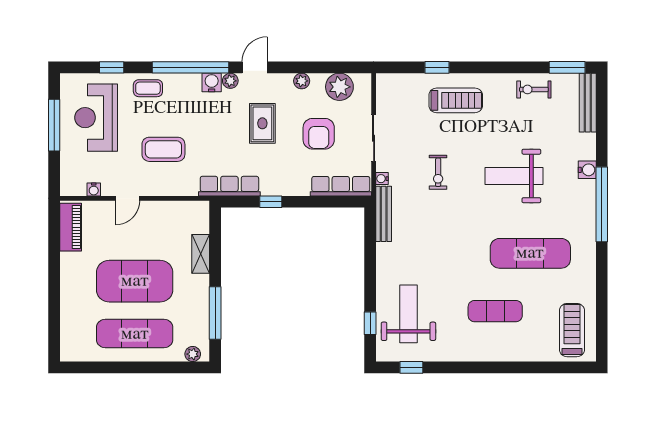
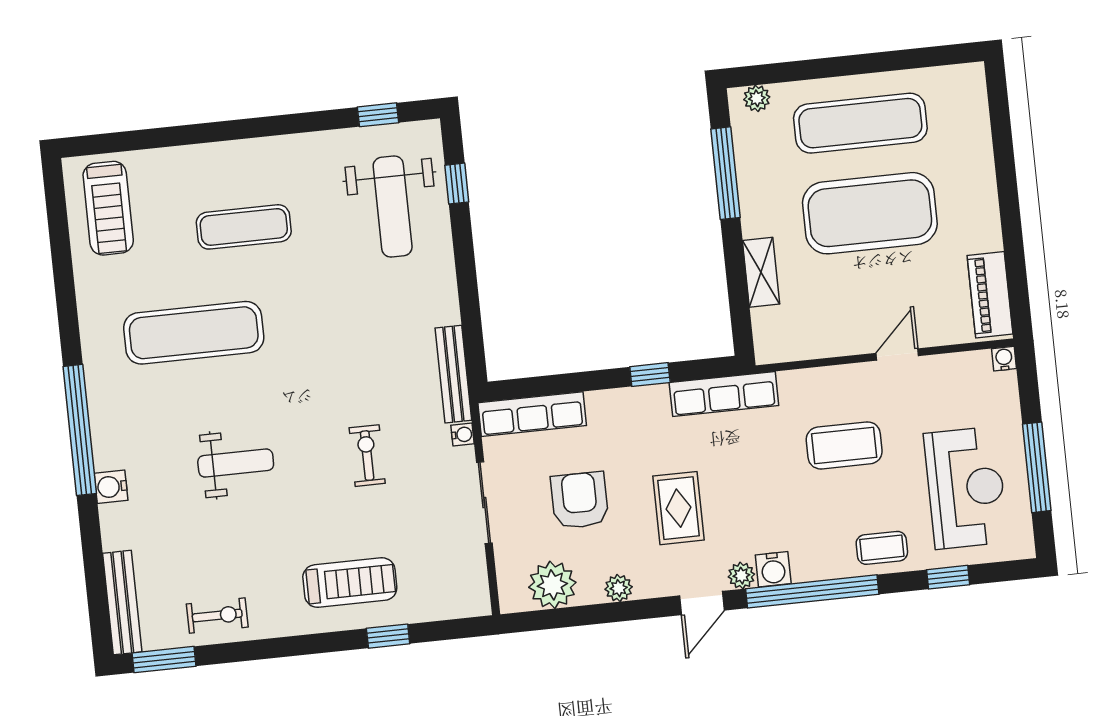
treadmill: (456, 100) -> (350, 583), turned 180
weight bench: (514, 176) -> (236, 463), width x0.73, depth x0.75
water cooler: (94, 190) -> (1004, 359), moved

